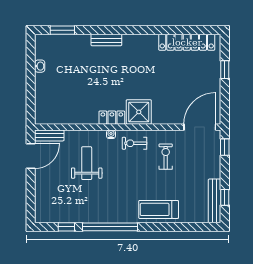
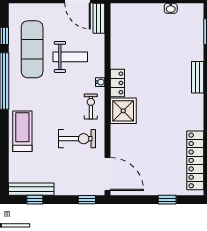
exercise bike: (166, 157) -> (77, 139), width x1.38, depth x1.39
exercise mat: (79, 200) -> (32, 49), added

